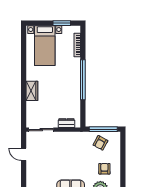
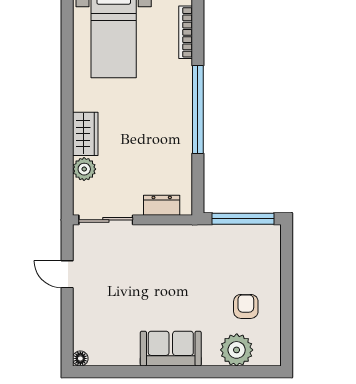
plant: (31, 107) -> (84, 169), added
armchair: (100, 143) -> (237, 249), removed

